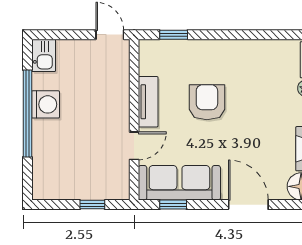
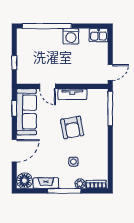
window: (174, 35) -> (110, 109), width x2.17
side table: (267, 100) -> (73, 162), added
armchair: (207, 102) -> (72, 127), turned 79
window: (27, 113) -> (47, 26), moved

